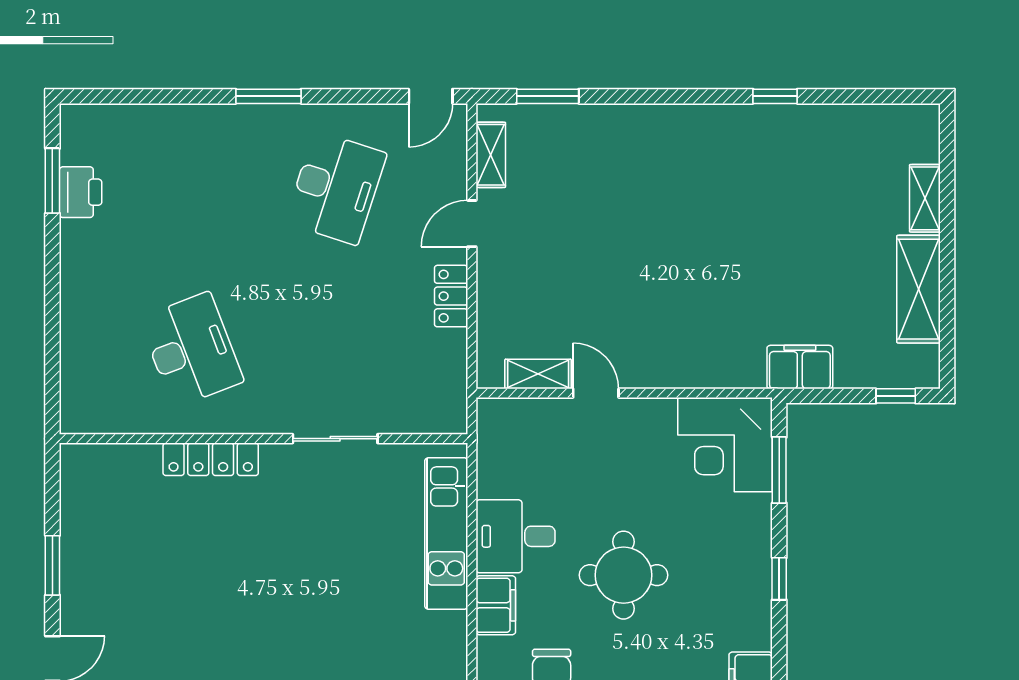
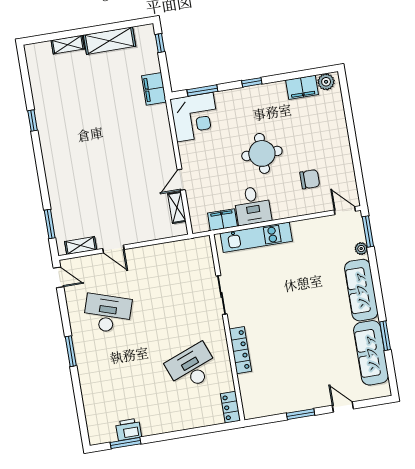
locker: (451, 296) -> (230, 407), moved, turned 90
filing cabinet: (496, 605) -> (222, 220), moved

